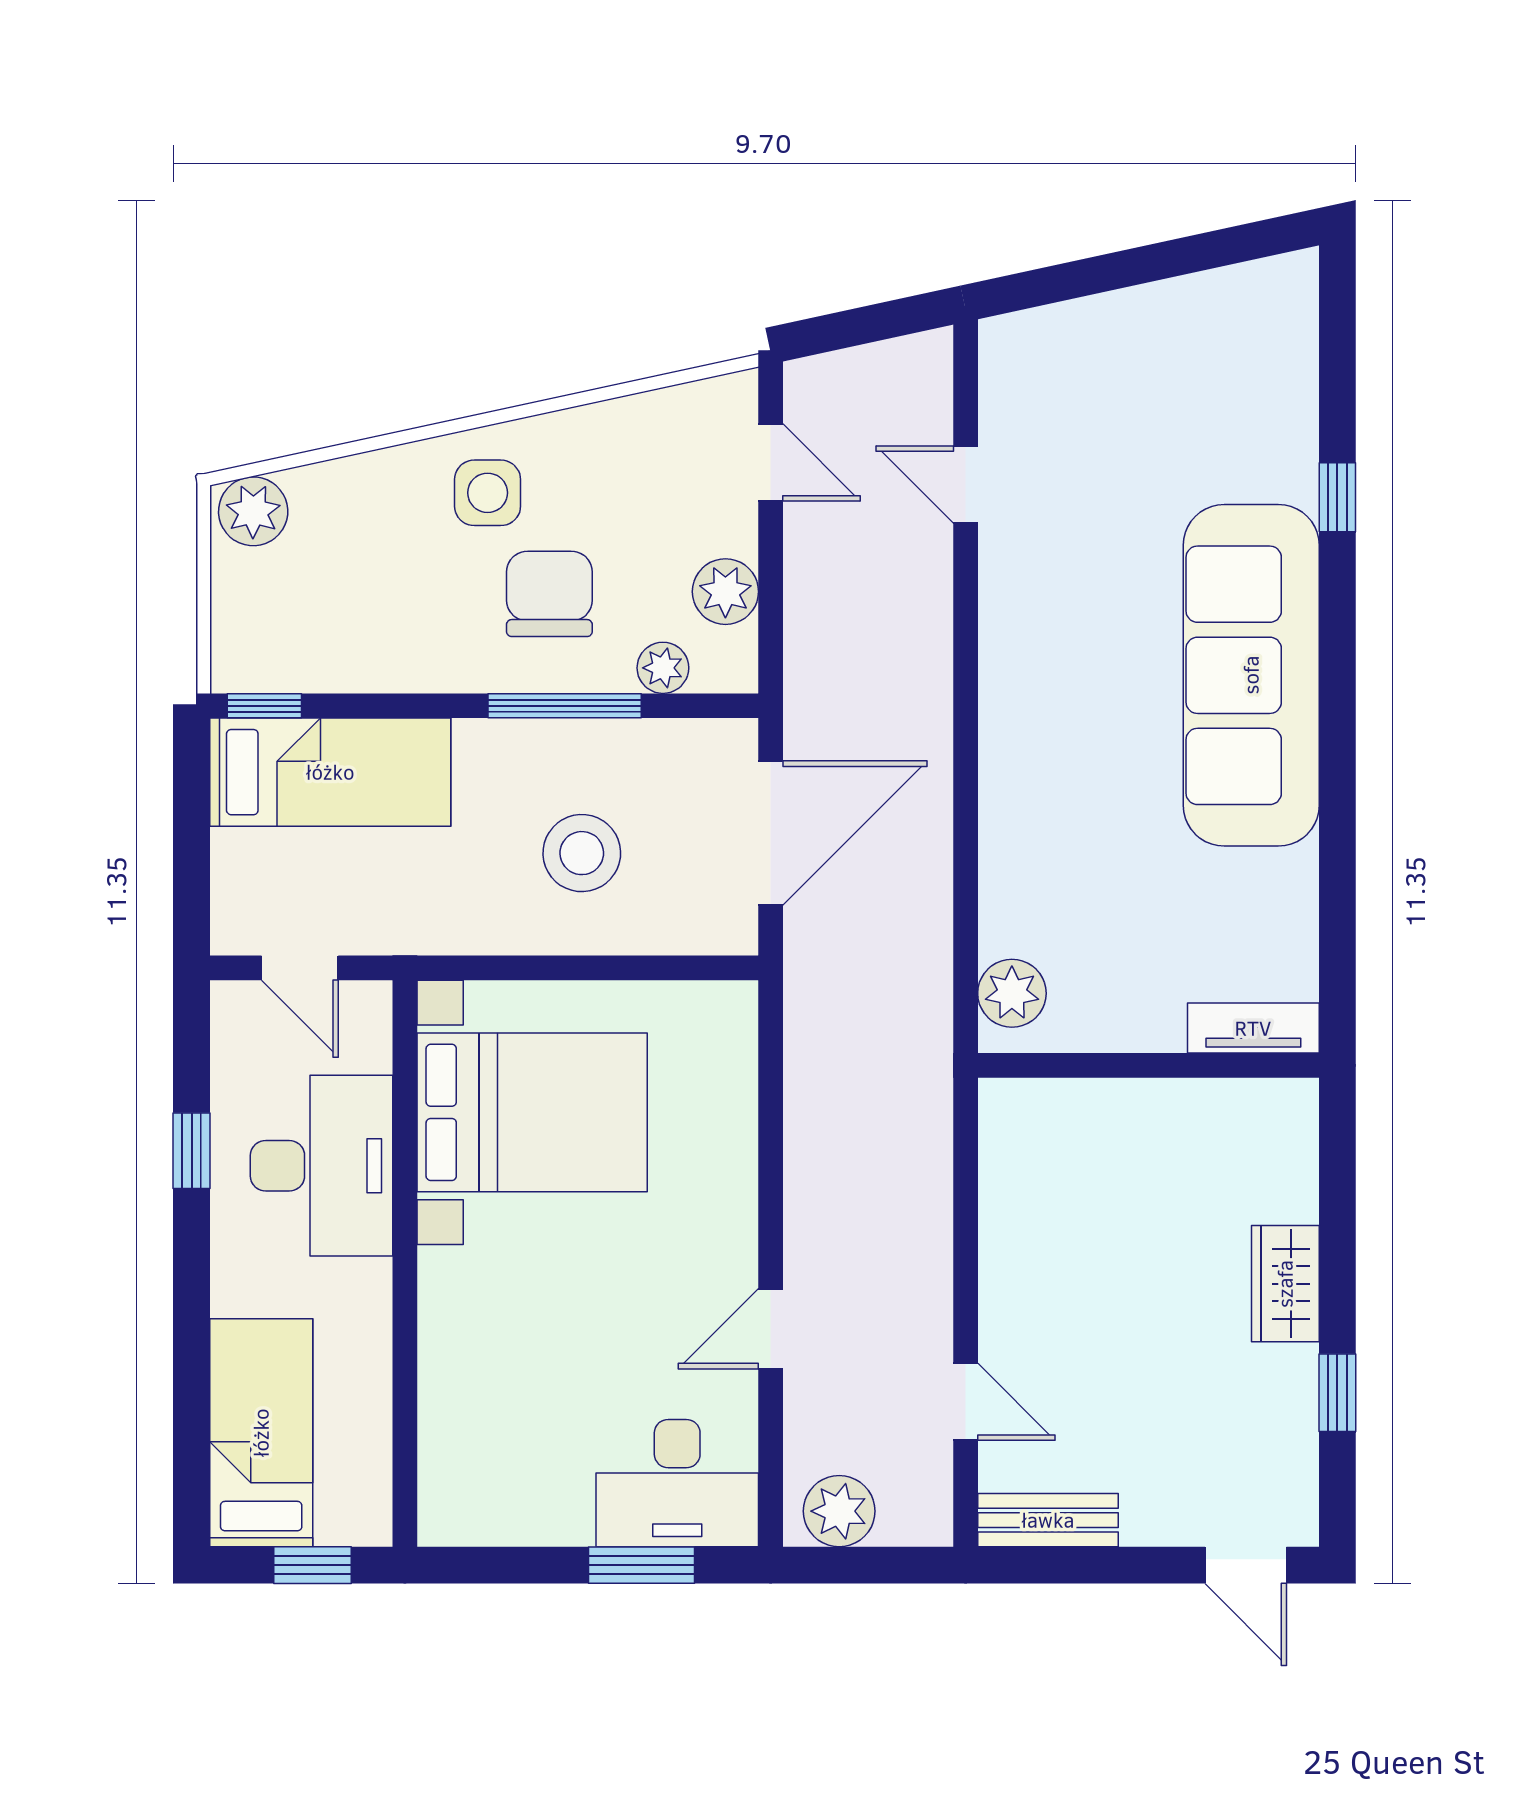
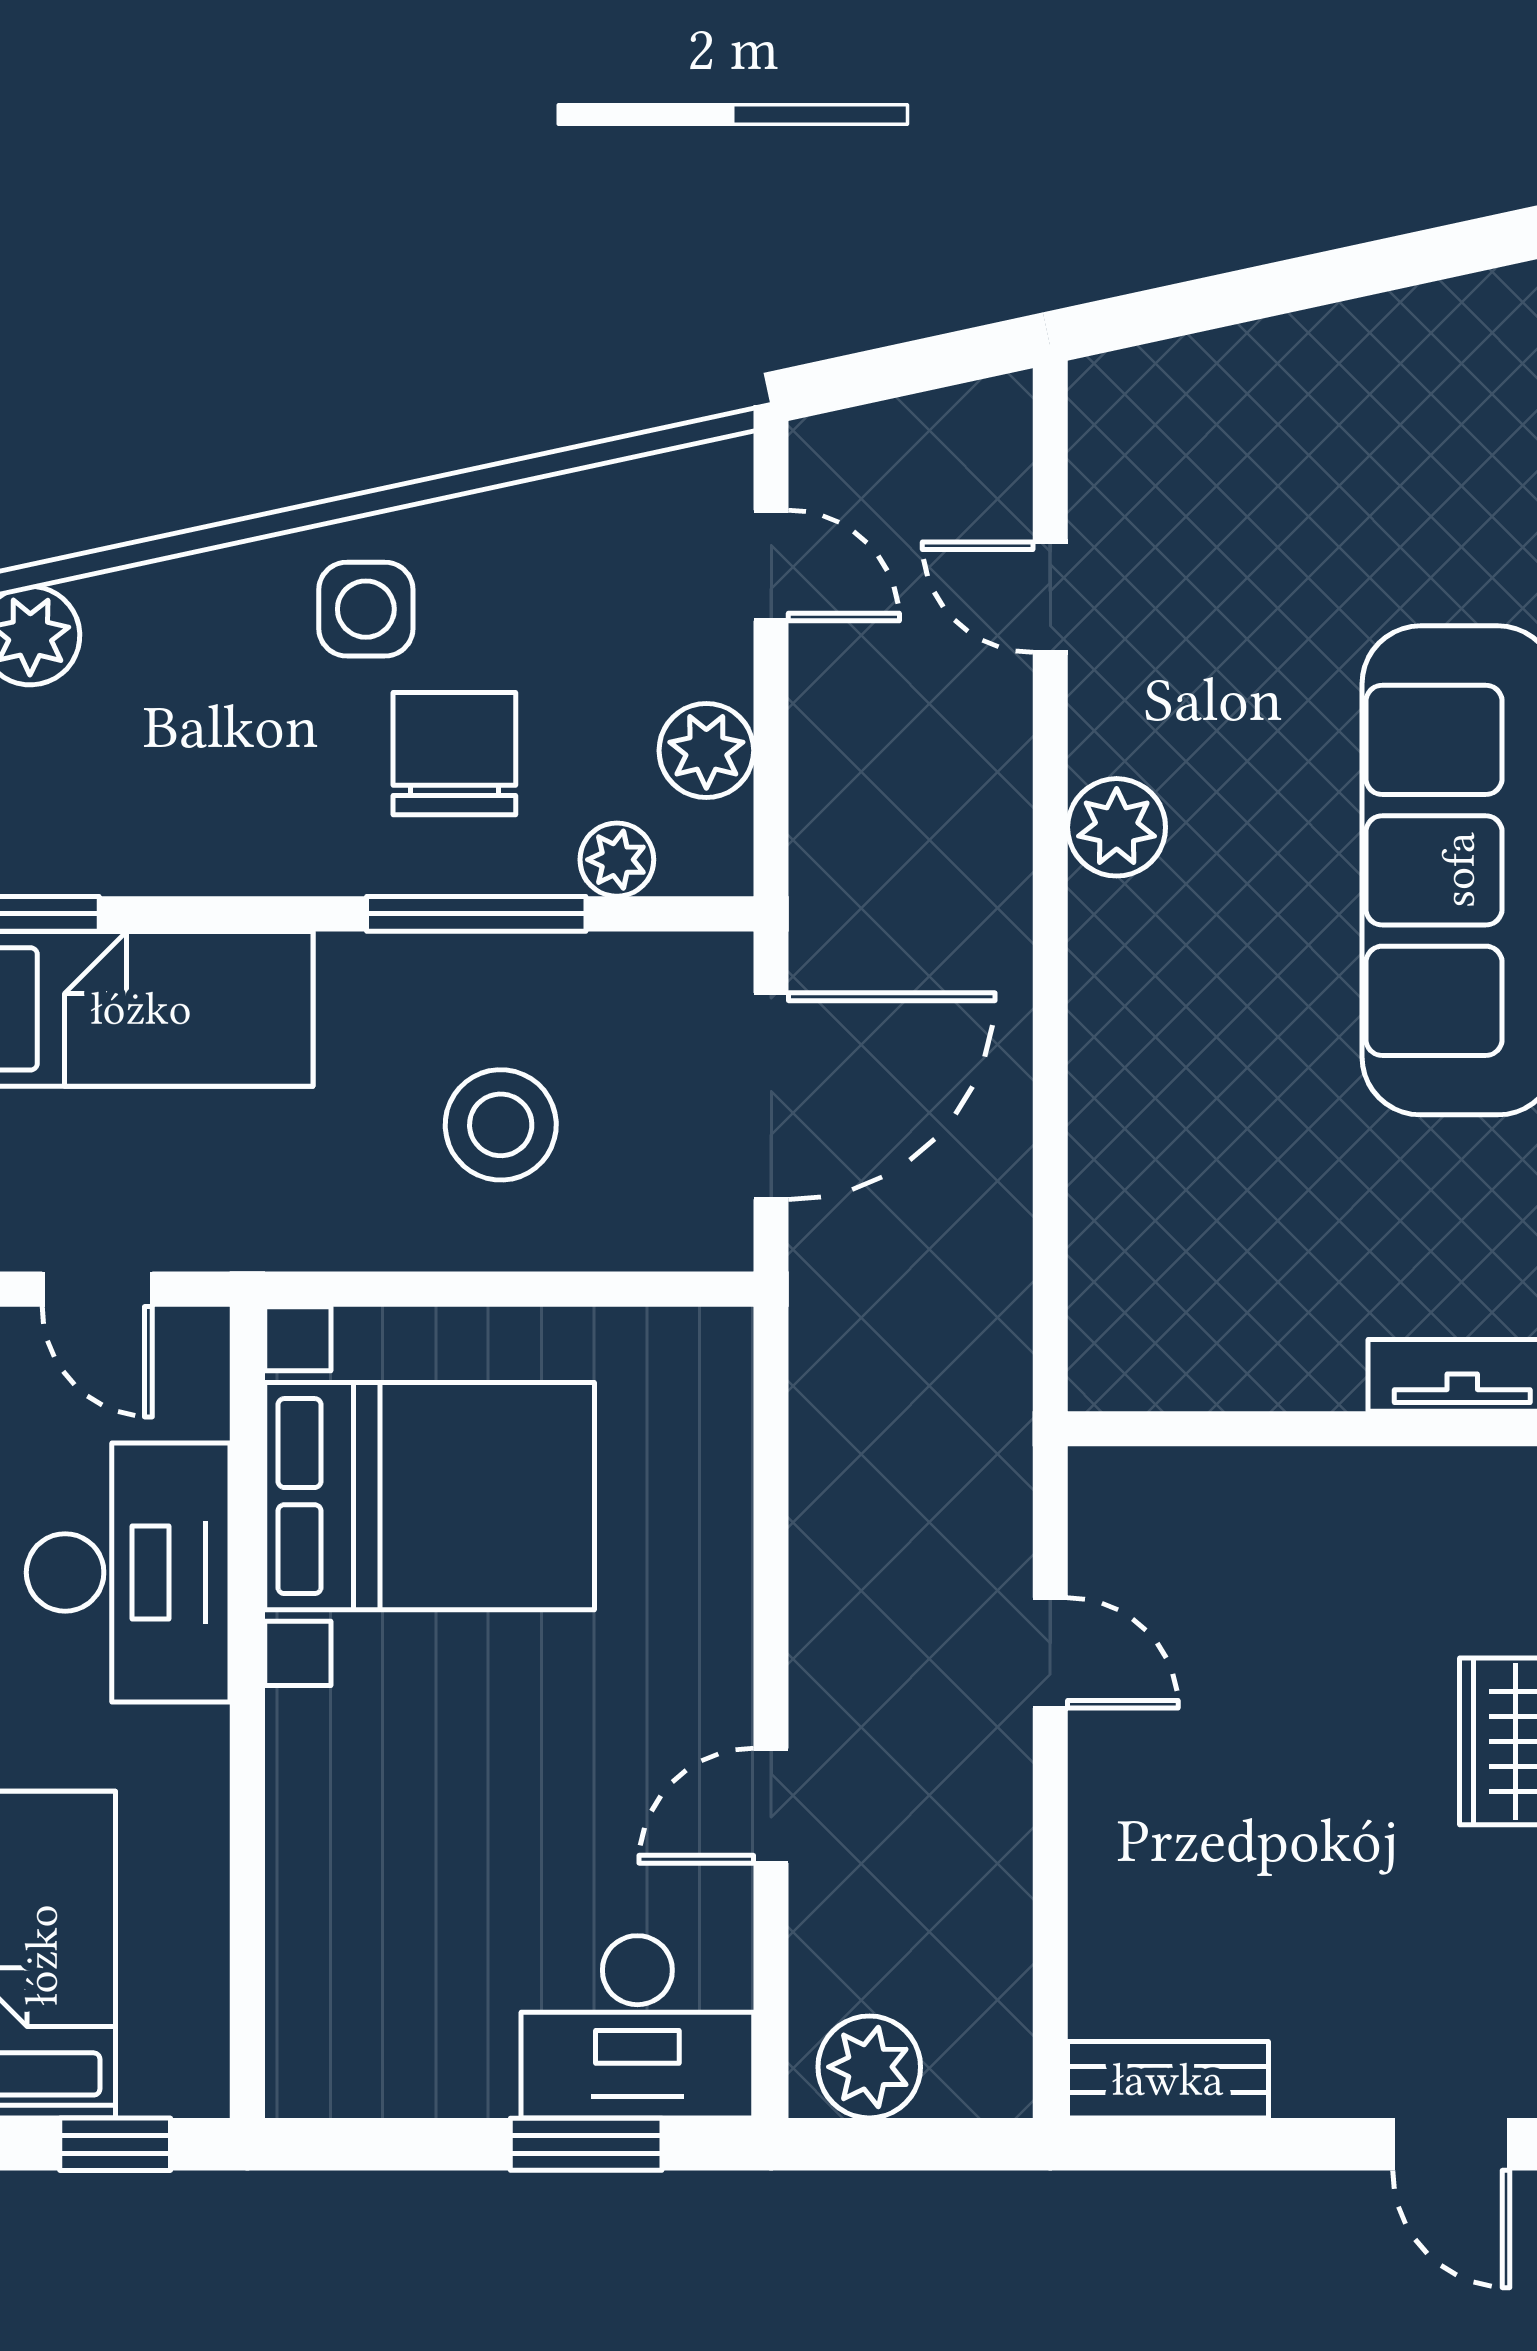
plant: (1012, 993) -> (1117, 827), moved
door: (966, 1402) -> (1050, 1653), moved

